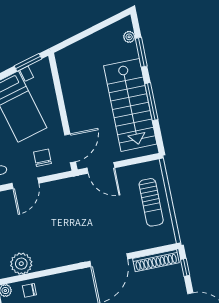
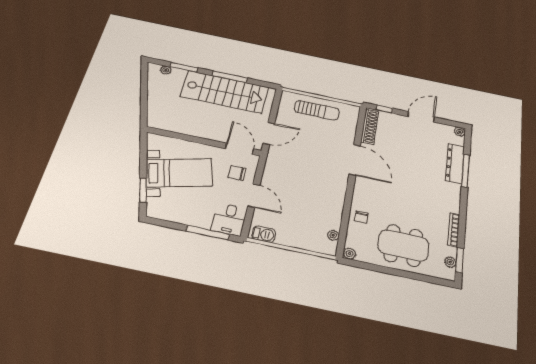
window: (28, 62) -> (143, 149), removed
plant: (21, 264) -> (333, 235), width x0.53, depth x0.53
chair: (29, 290) -> (361, 217), moved

